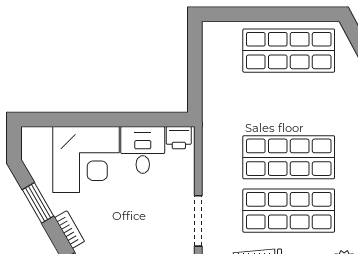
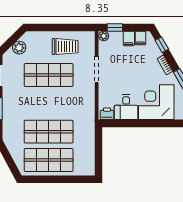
shop shelf: (289, 157) -> (49, 132), moved

